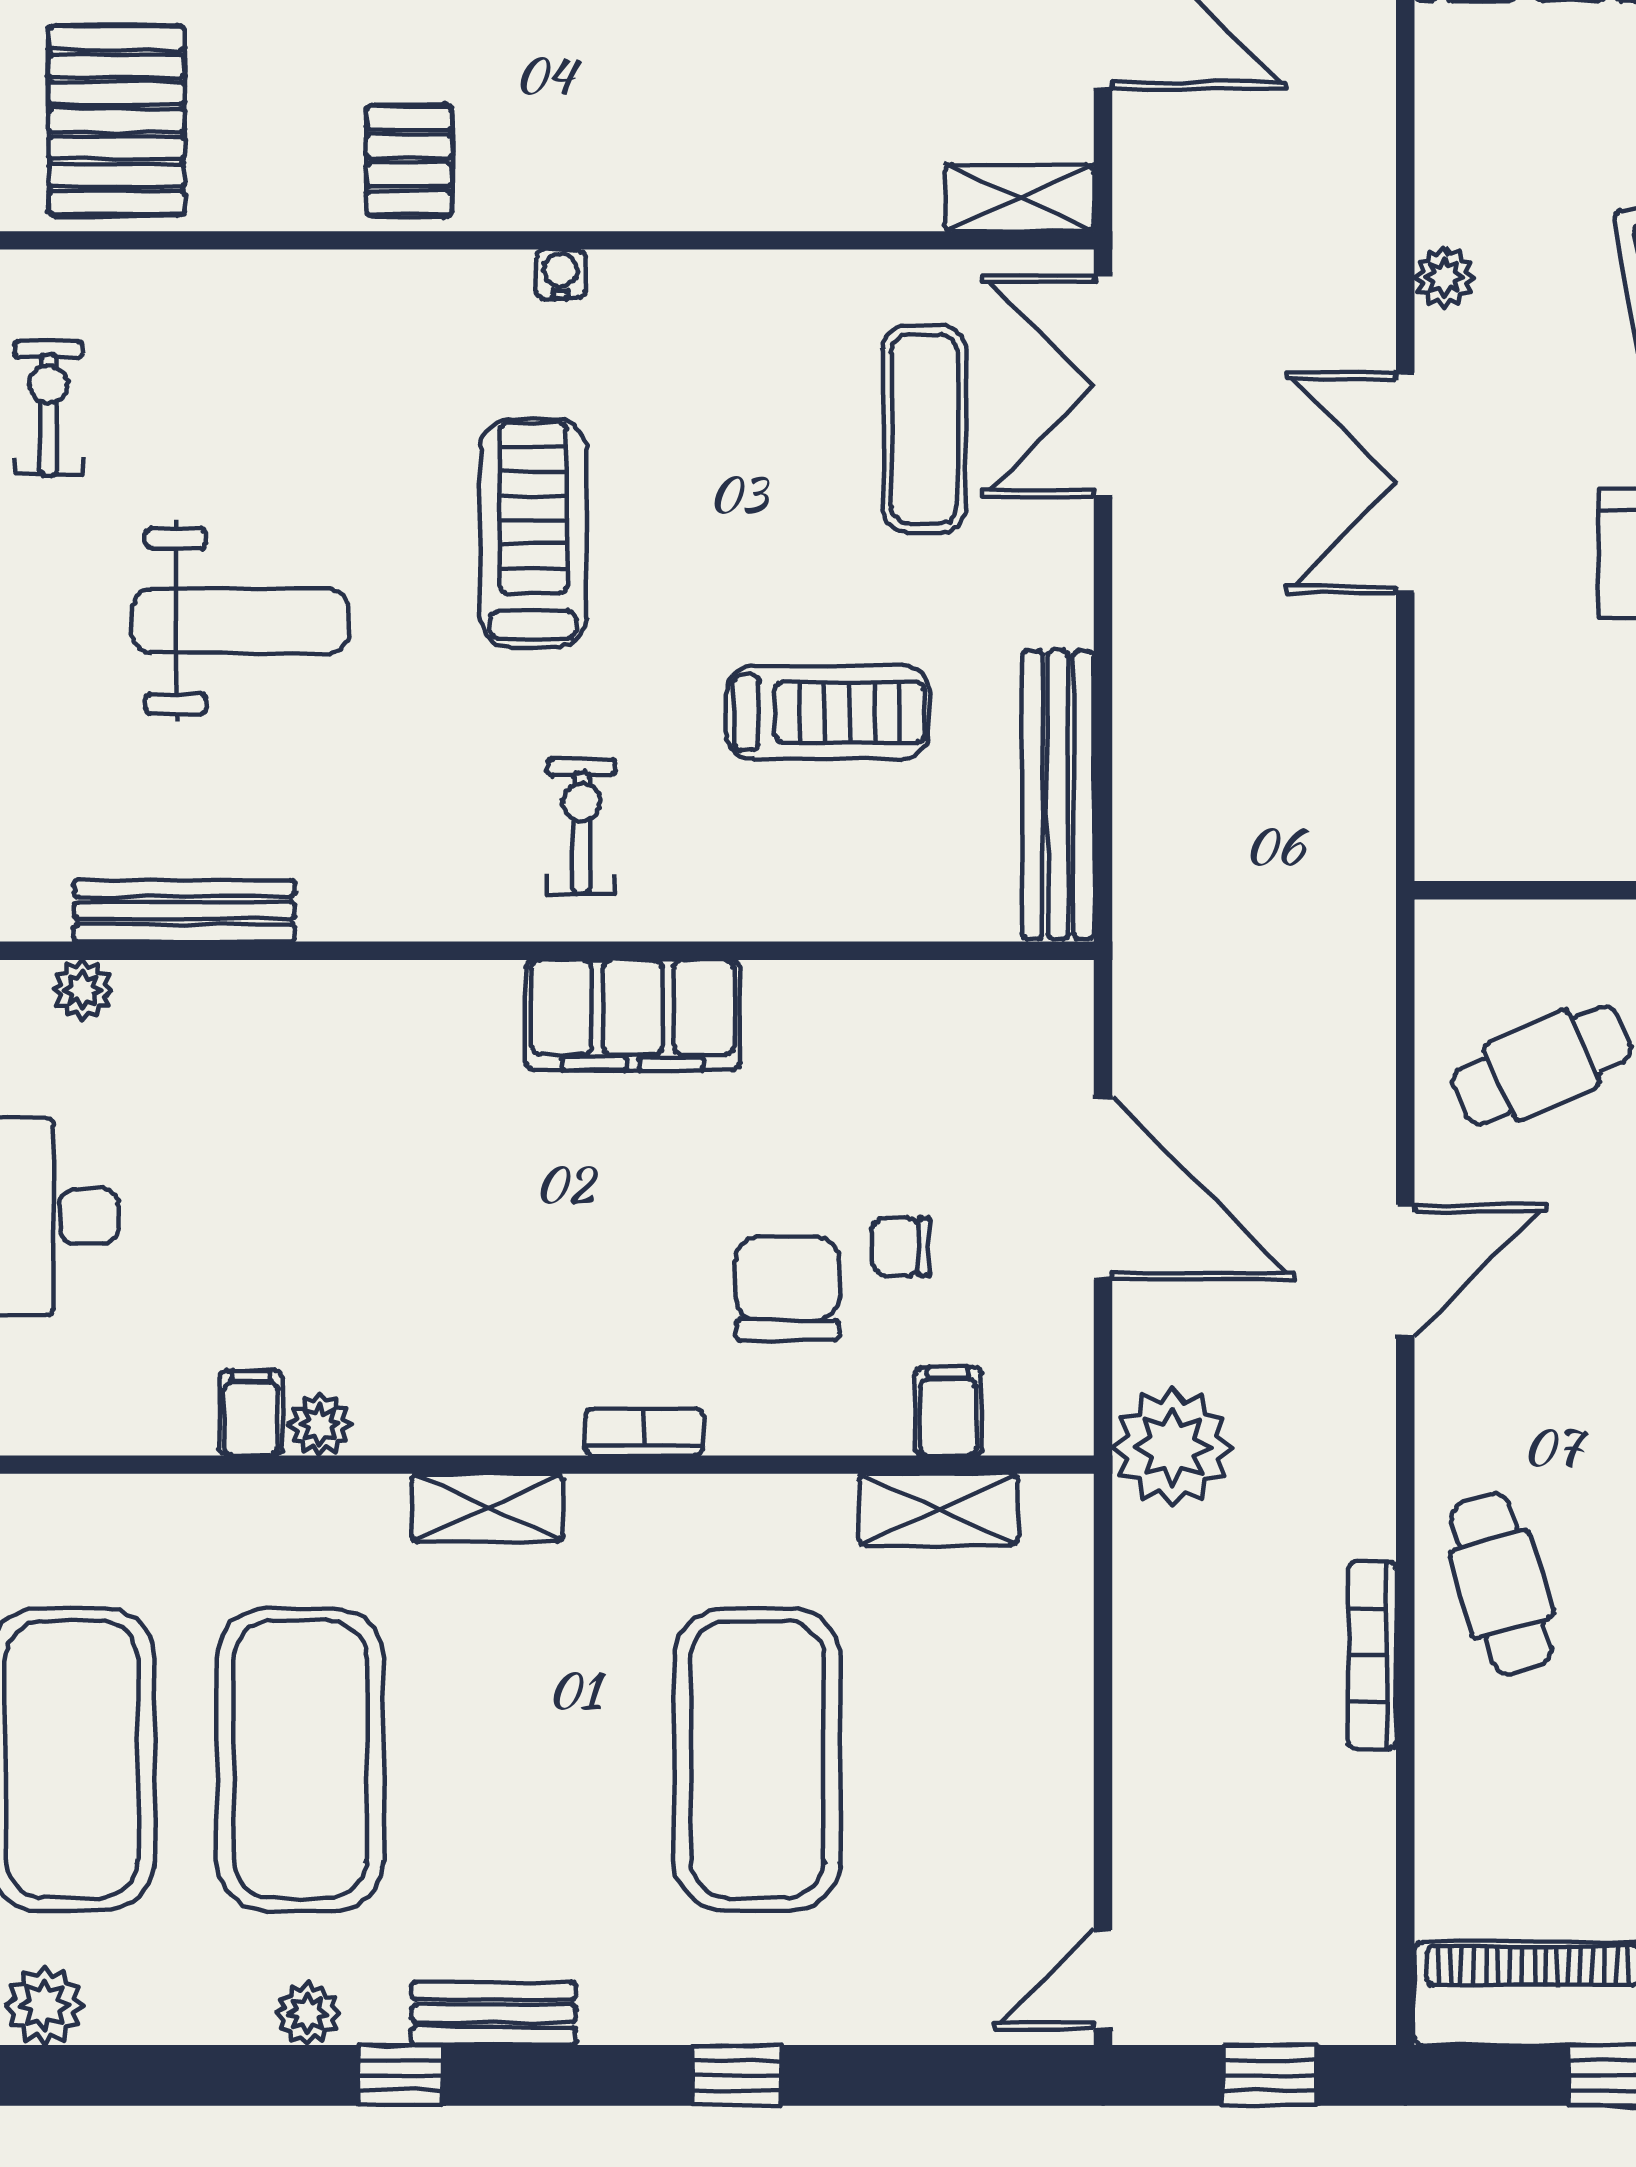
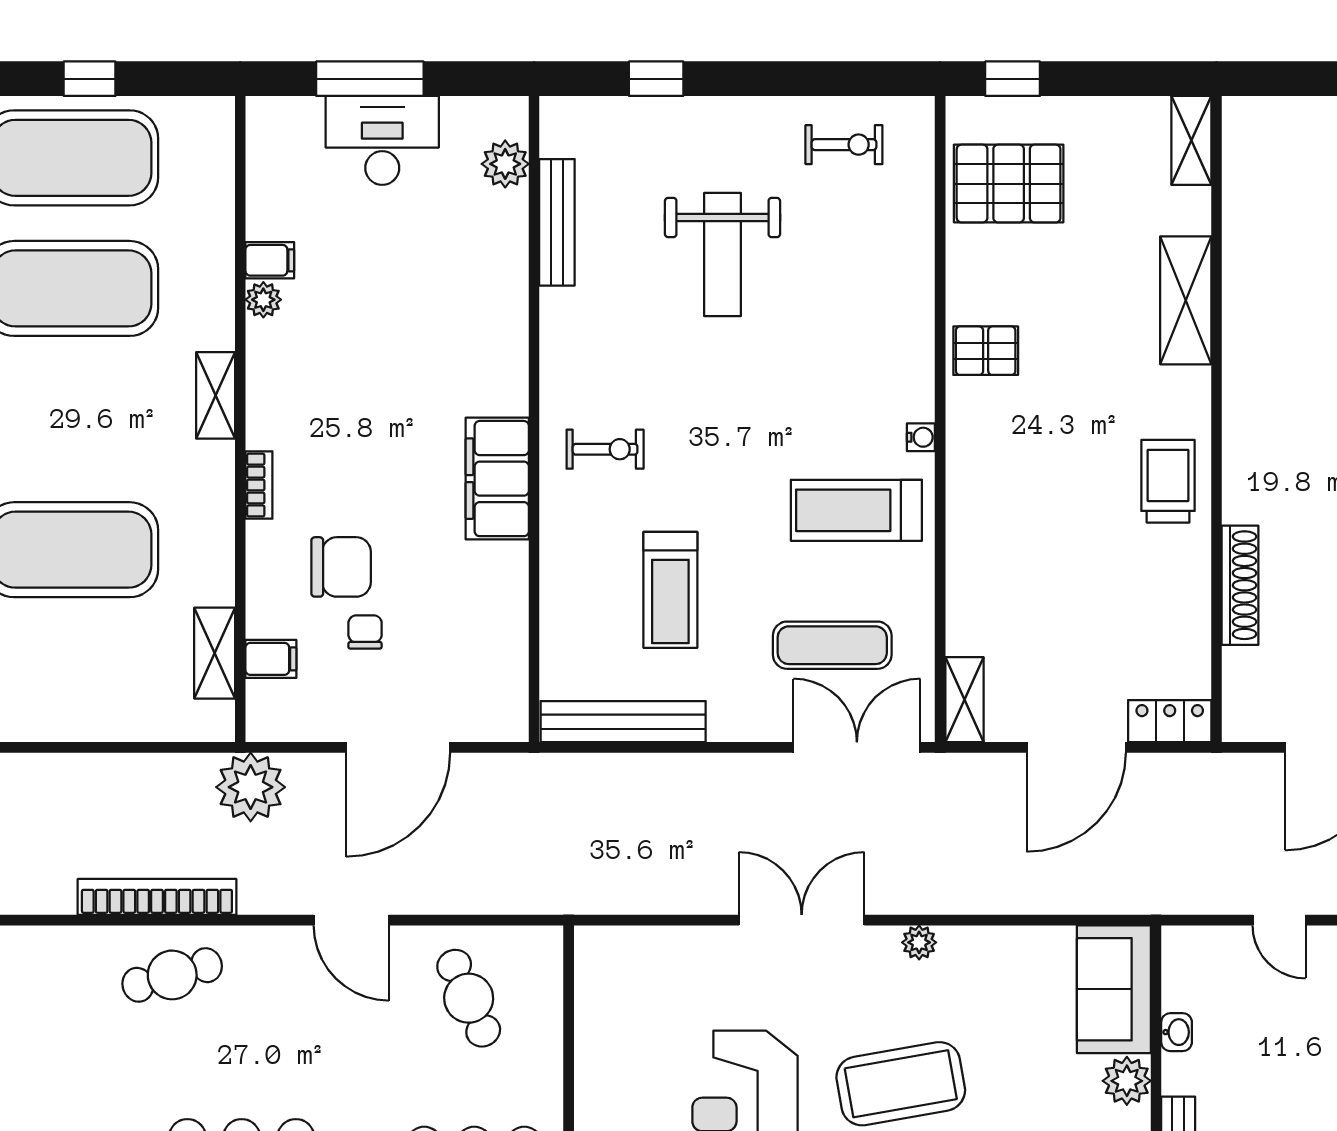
treadmill: (533, 533) -> (856, 510), moved, turned 180
plant: (82, 990) -> (505, 164), width x1.38, depth x1.38
bookcase: (1372, 1655) -> (157, 897), width x1.48, depth x1.31

